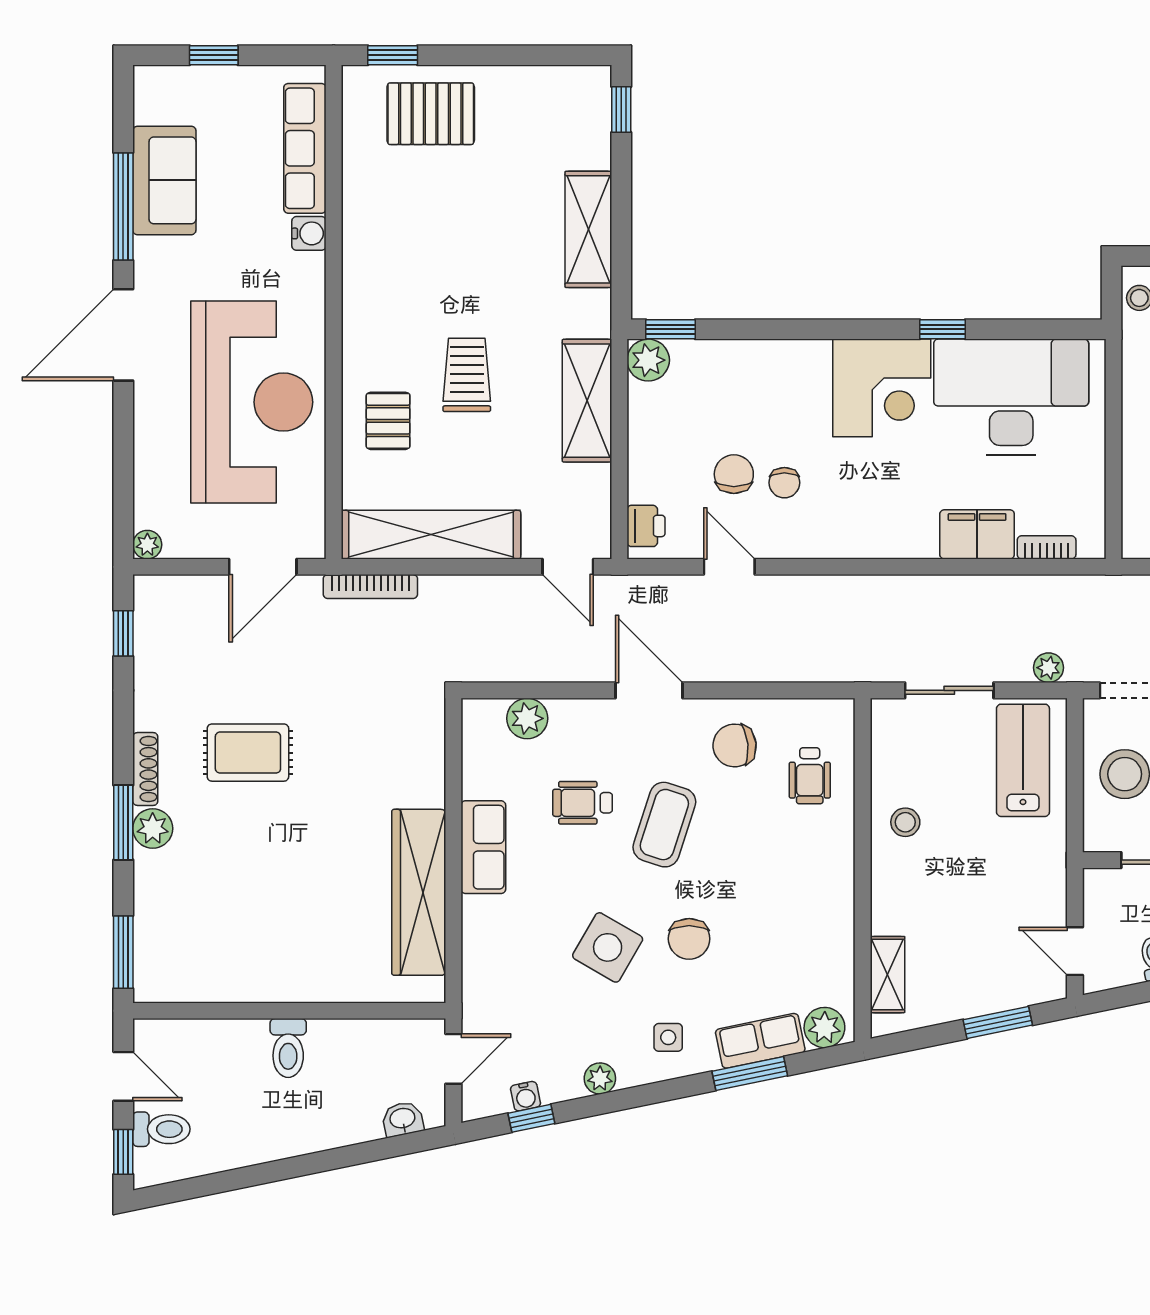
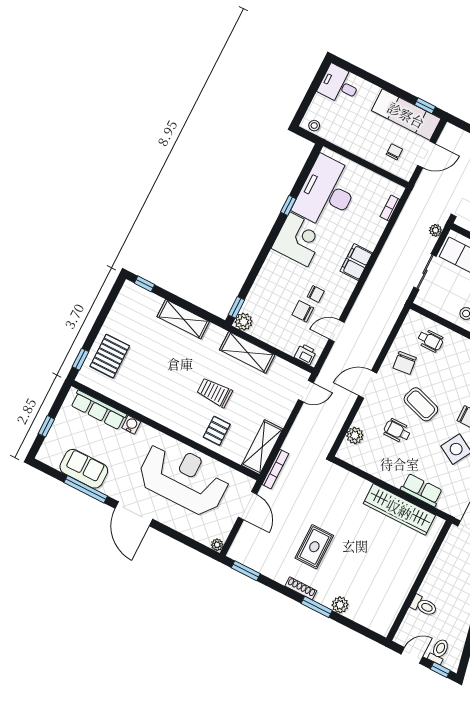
pallet: (388, 421) -> (217, 431), turned 90
filing cabinet: (977, 534) -> (356, 262), moved
shelving: (431, 535) -> (262, 447), width x0.68
window: (123, 633) -> (246, 571), width x1.50
wheelchair: (583, 803) -> (397, 431), turned 90
plant: (153, 828) -> (340, 605), moved
row of seats: (483, 847) -> (421, 490), moved
window: (123, 952) -> (365, 632), removed
toilet: (288, 1048) -> (424, 606), moved

